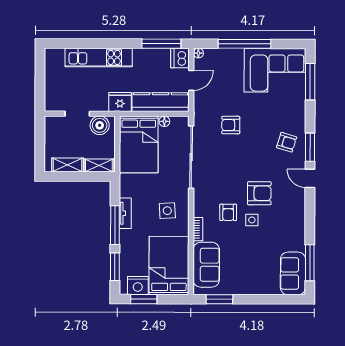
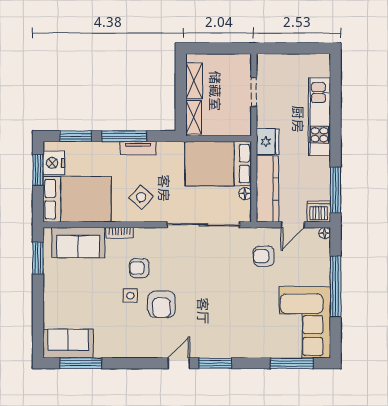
door: (191, 80) -> (293, 225), hinge flipped
boiler: (100, 125) -> (240, 118), removed
armchair: (231, 125) -> (264, 256), moved, turned -90
armchair: (287, 142) -> (221, 336), removed
side table: (167, 211) -> (141, 197), turned 45

